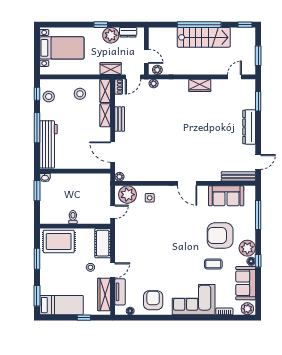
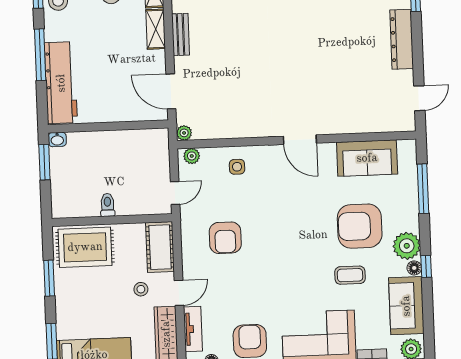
bench: (238, 176) -> (387, 124), removed
plant: (128, 195) -> (192, 156), width x0.53, depth x0.53
armchair: (141, 239) -> (225, 238), added

